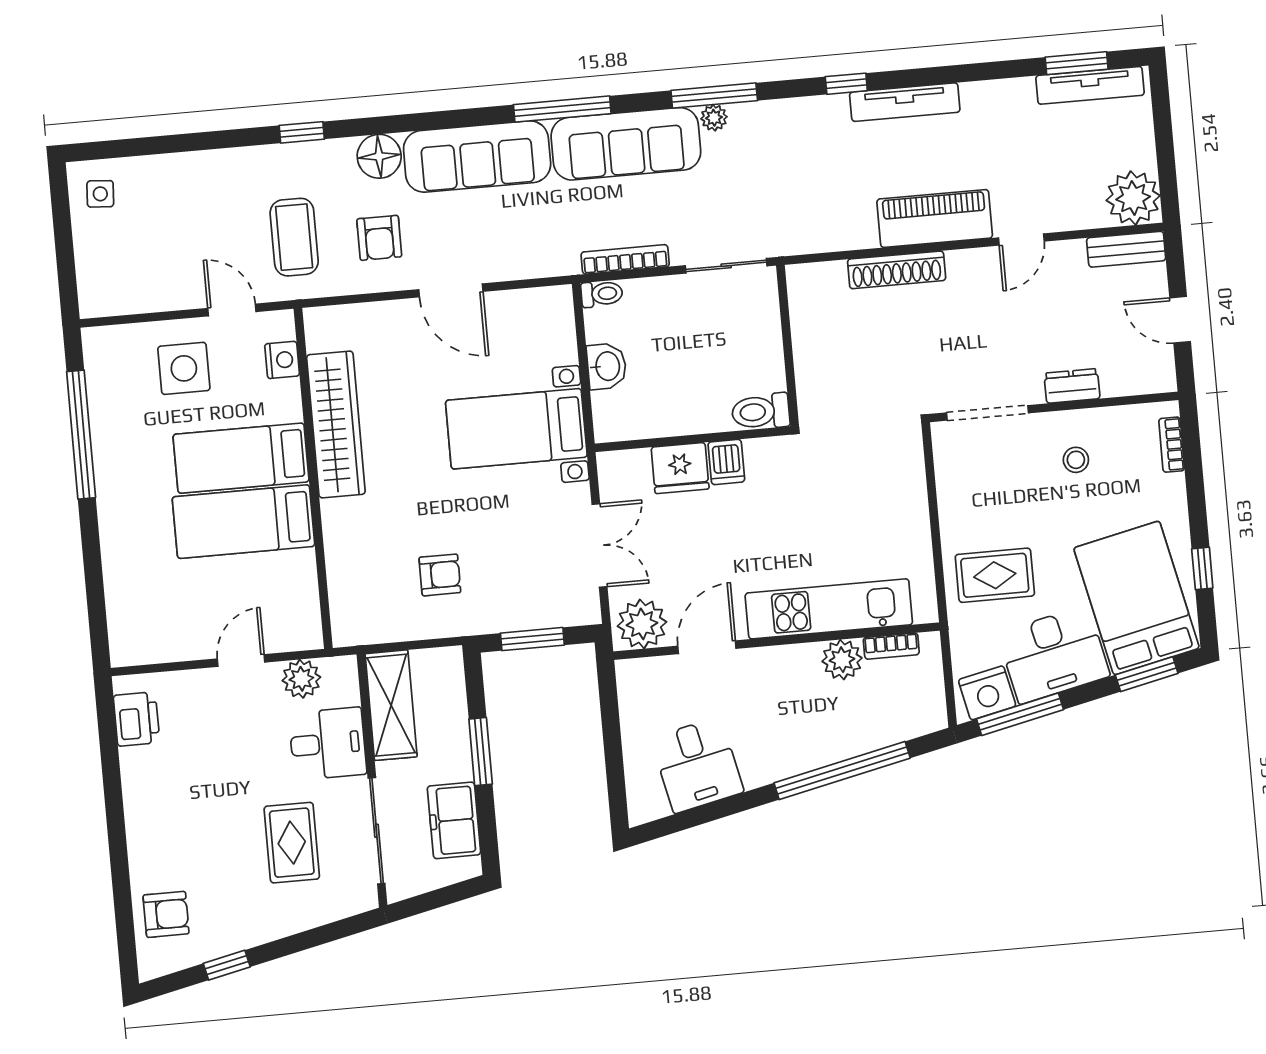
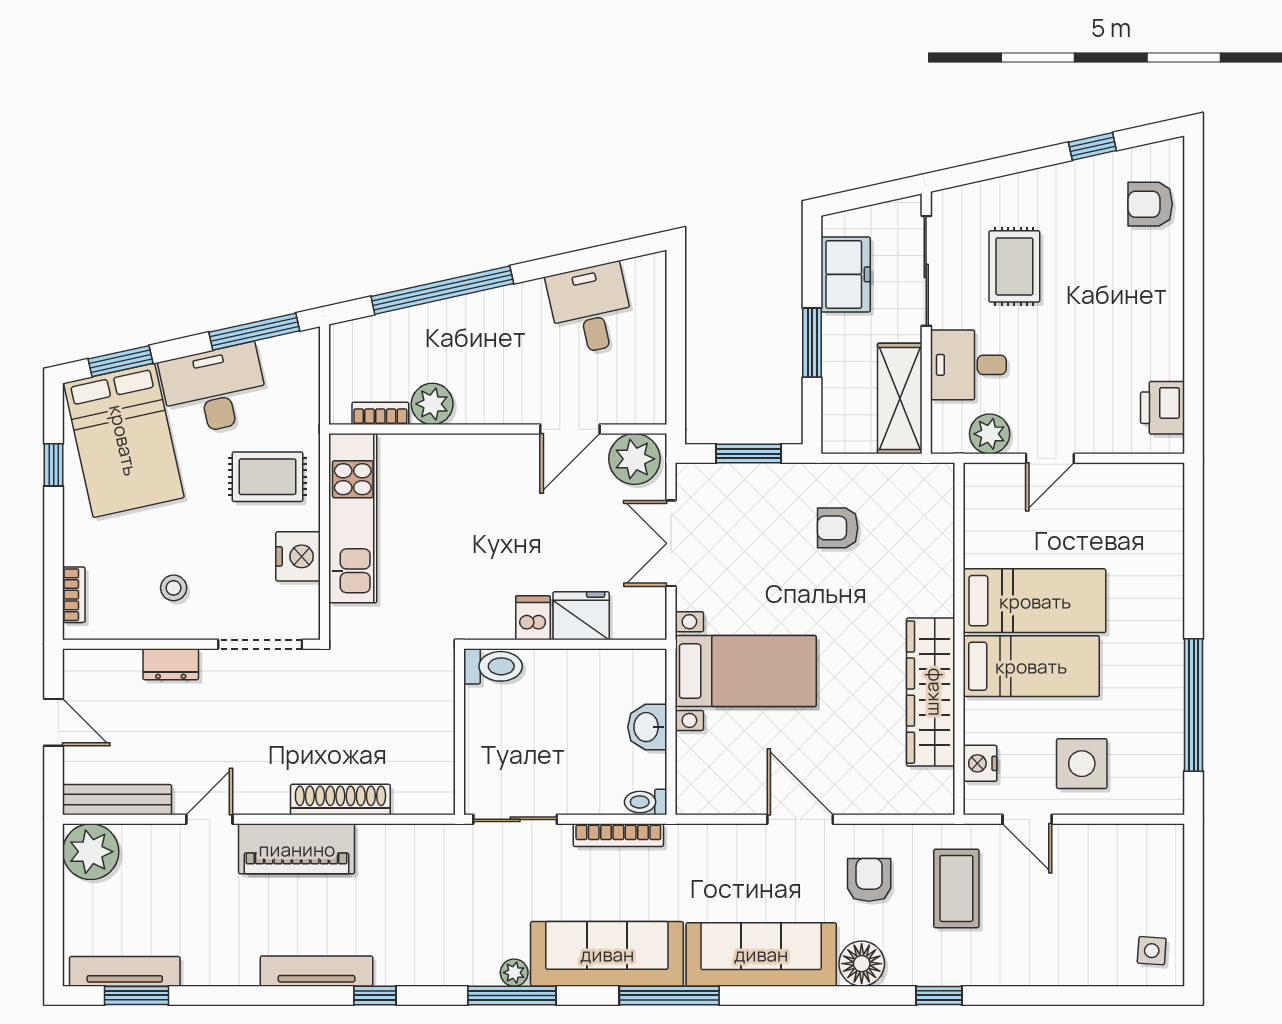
bench: (1126, 249) -> (117, 800), width x1.36
kitchen unit: (829, 609) -> (353, 518), moved, turned -90
nightstand: (987, 693) -> (298, 556), moved, turned 102

